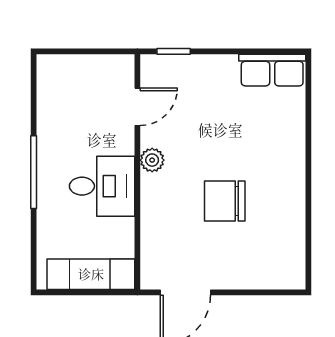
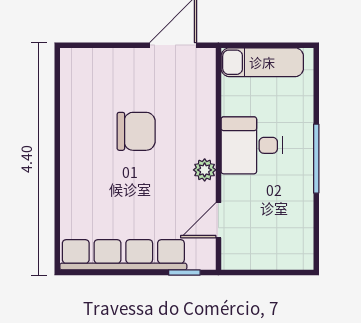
row of seats: (272, 70) -> (123, 255), width x2.02

